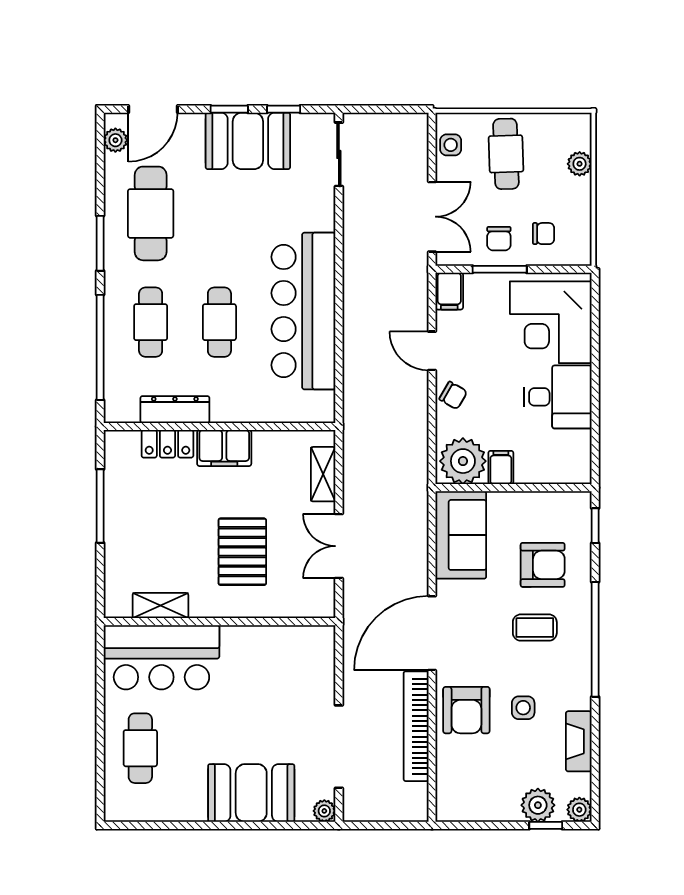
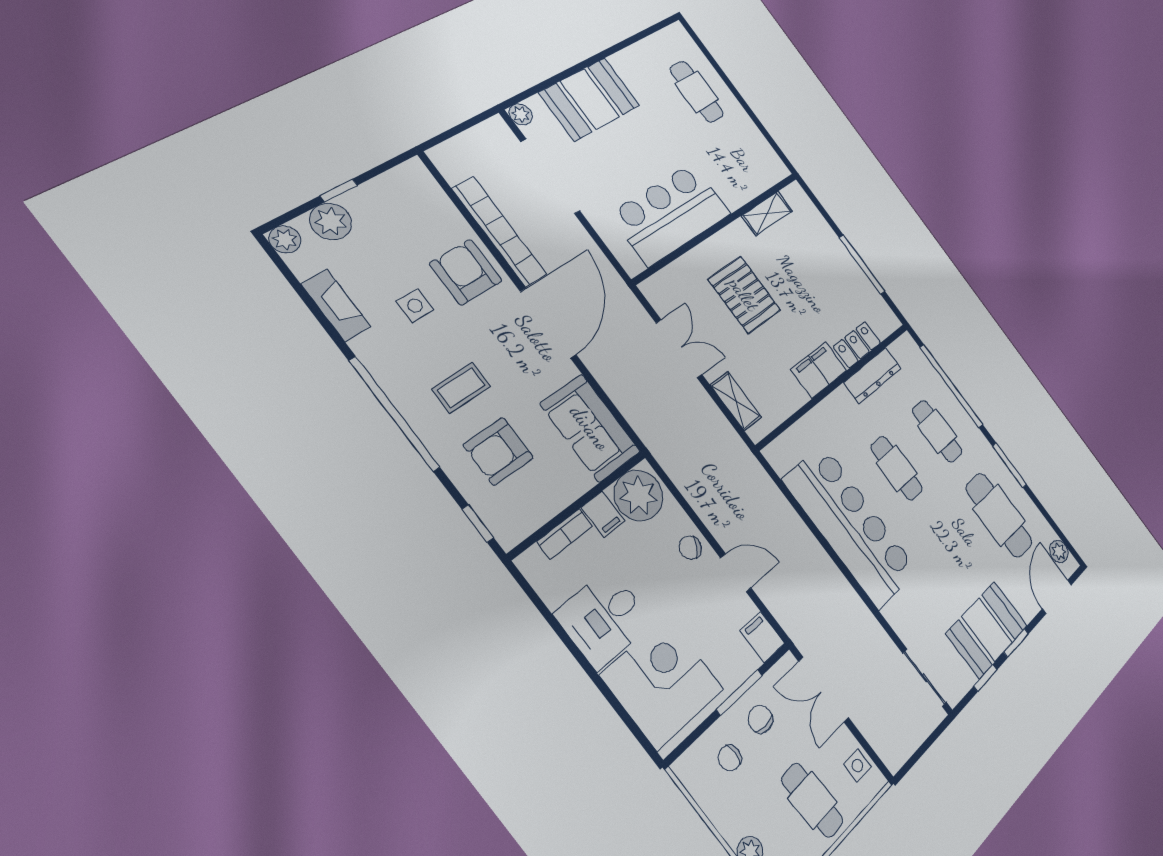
bookcase: (540, 474) -> (565, 534), added
bar counter: (161, 657) -> (671, 214), moved
window: (546, 825) -> (339, 190), moved

